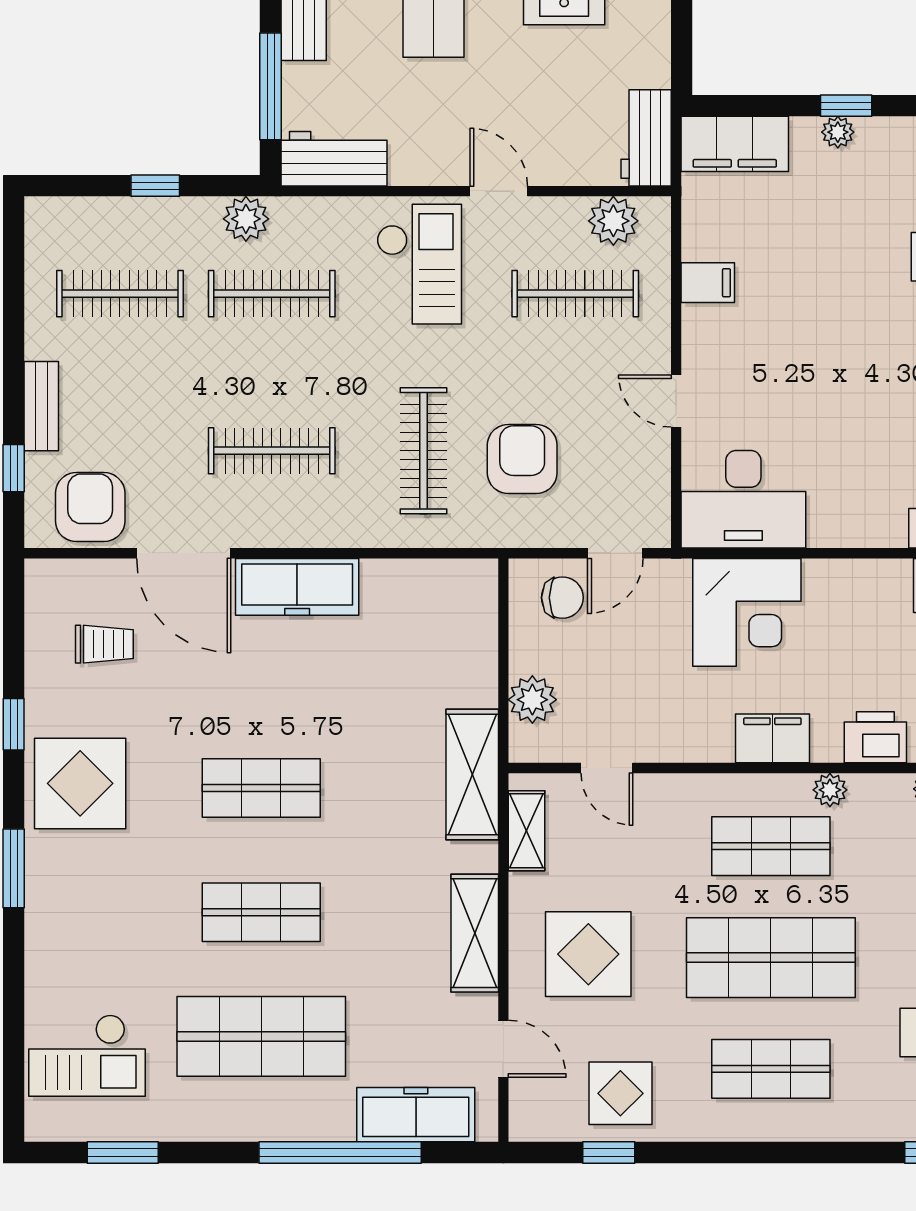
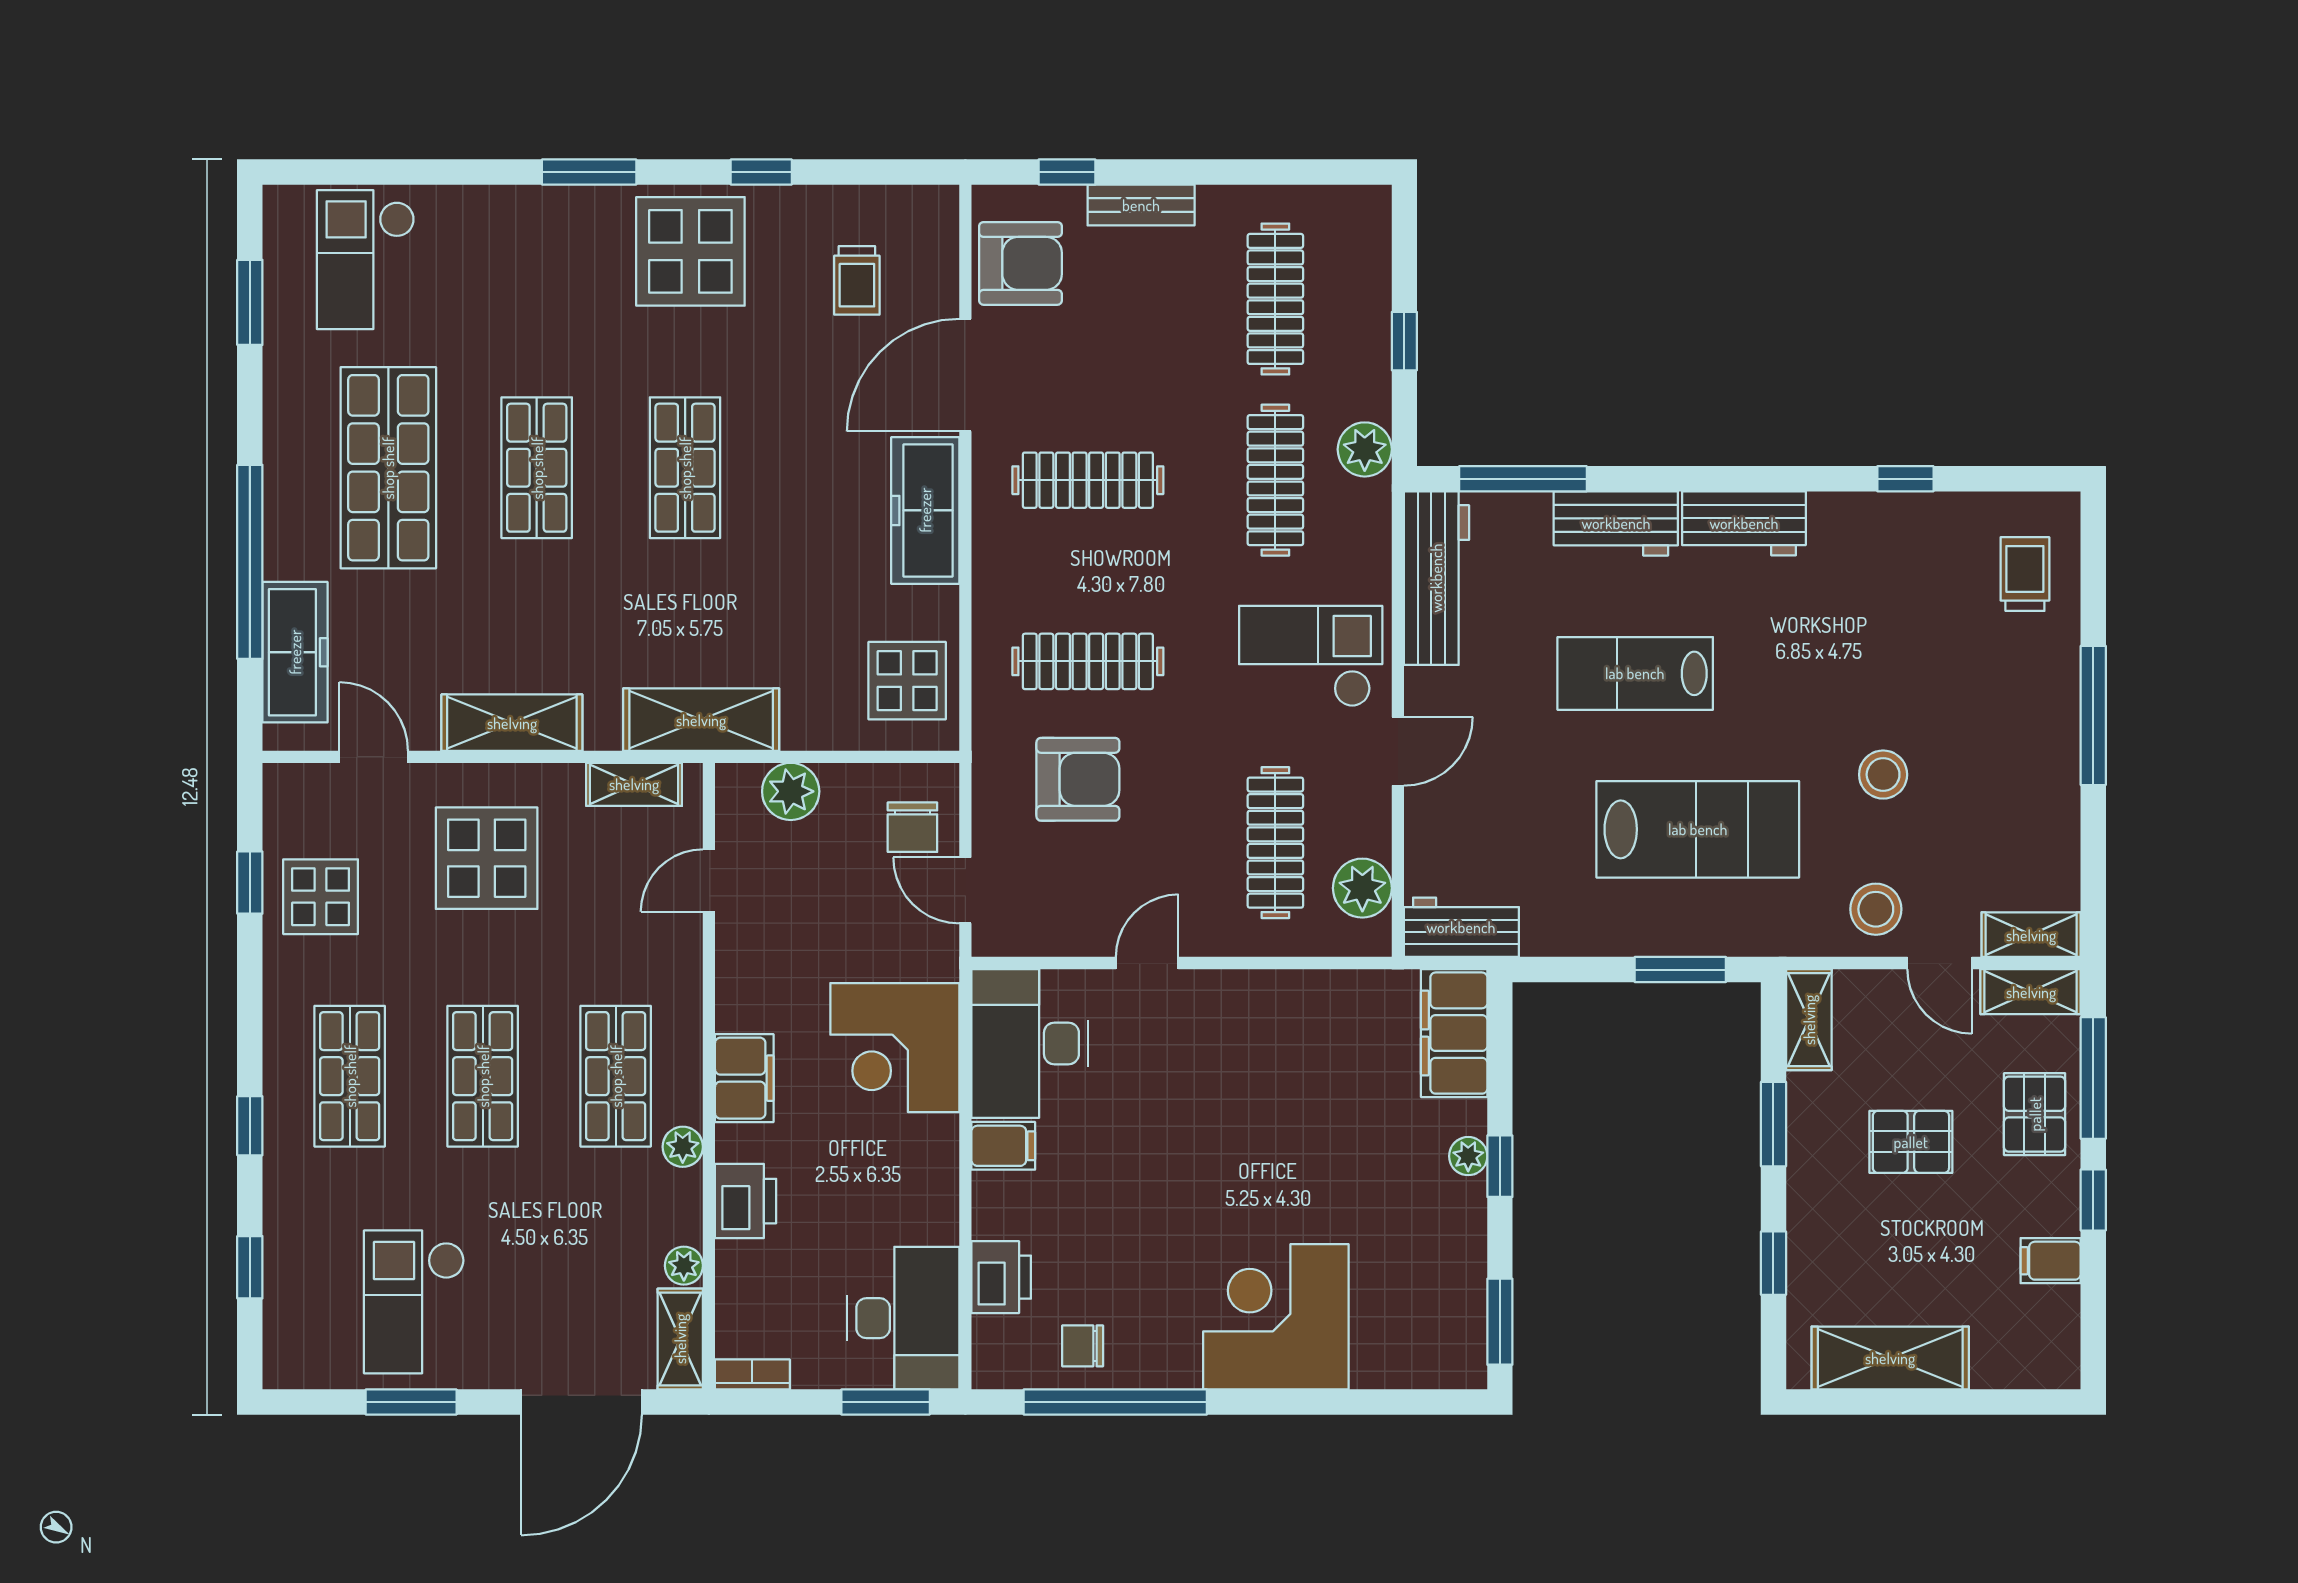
workbench: (334, 159) -> (1436, 578), width x1.37
checkout: (419, 264) -> (1311, 656), turned 180
filing cabinet: (708, 283) -> (1003, 1146), moved, turned -90
clothes rail: (272, 451) -> (1088, 480), turned 90
display table: (440, 602) -> (907, 681), added
shop shelf: (771, 958) -> (483, 1076), width x0.70, depth x0.74
door: (503, 1049) -> (374, 757), swing flipped
window: (812, 1152) -> (250, 1126), added

